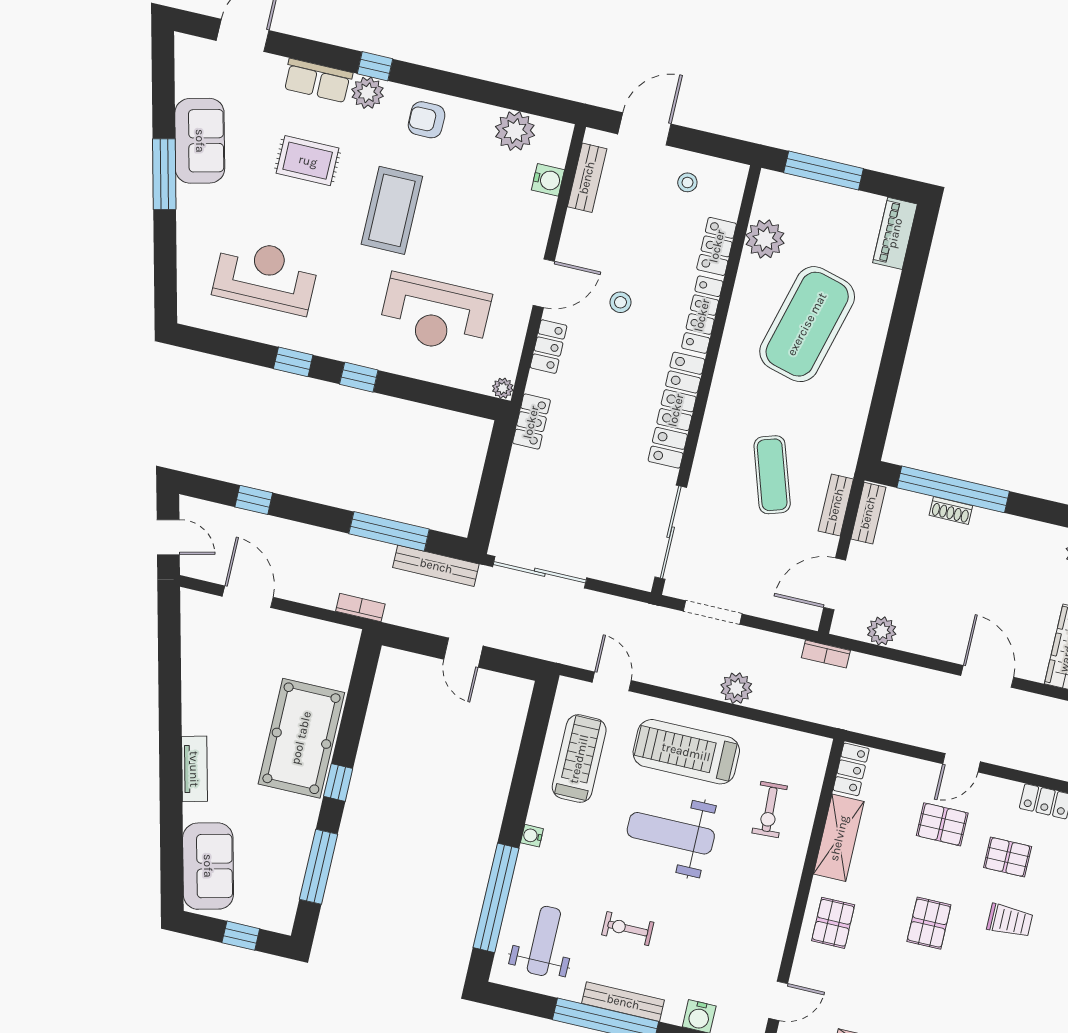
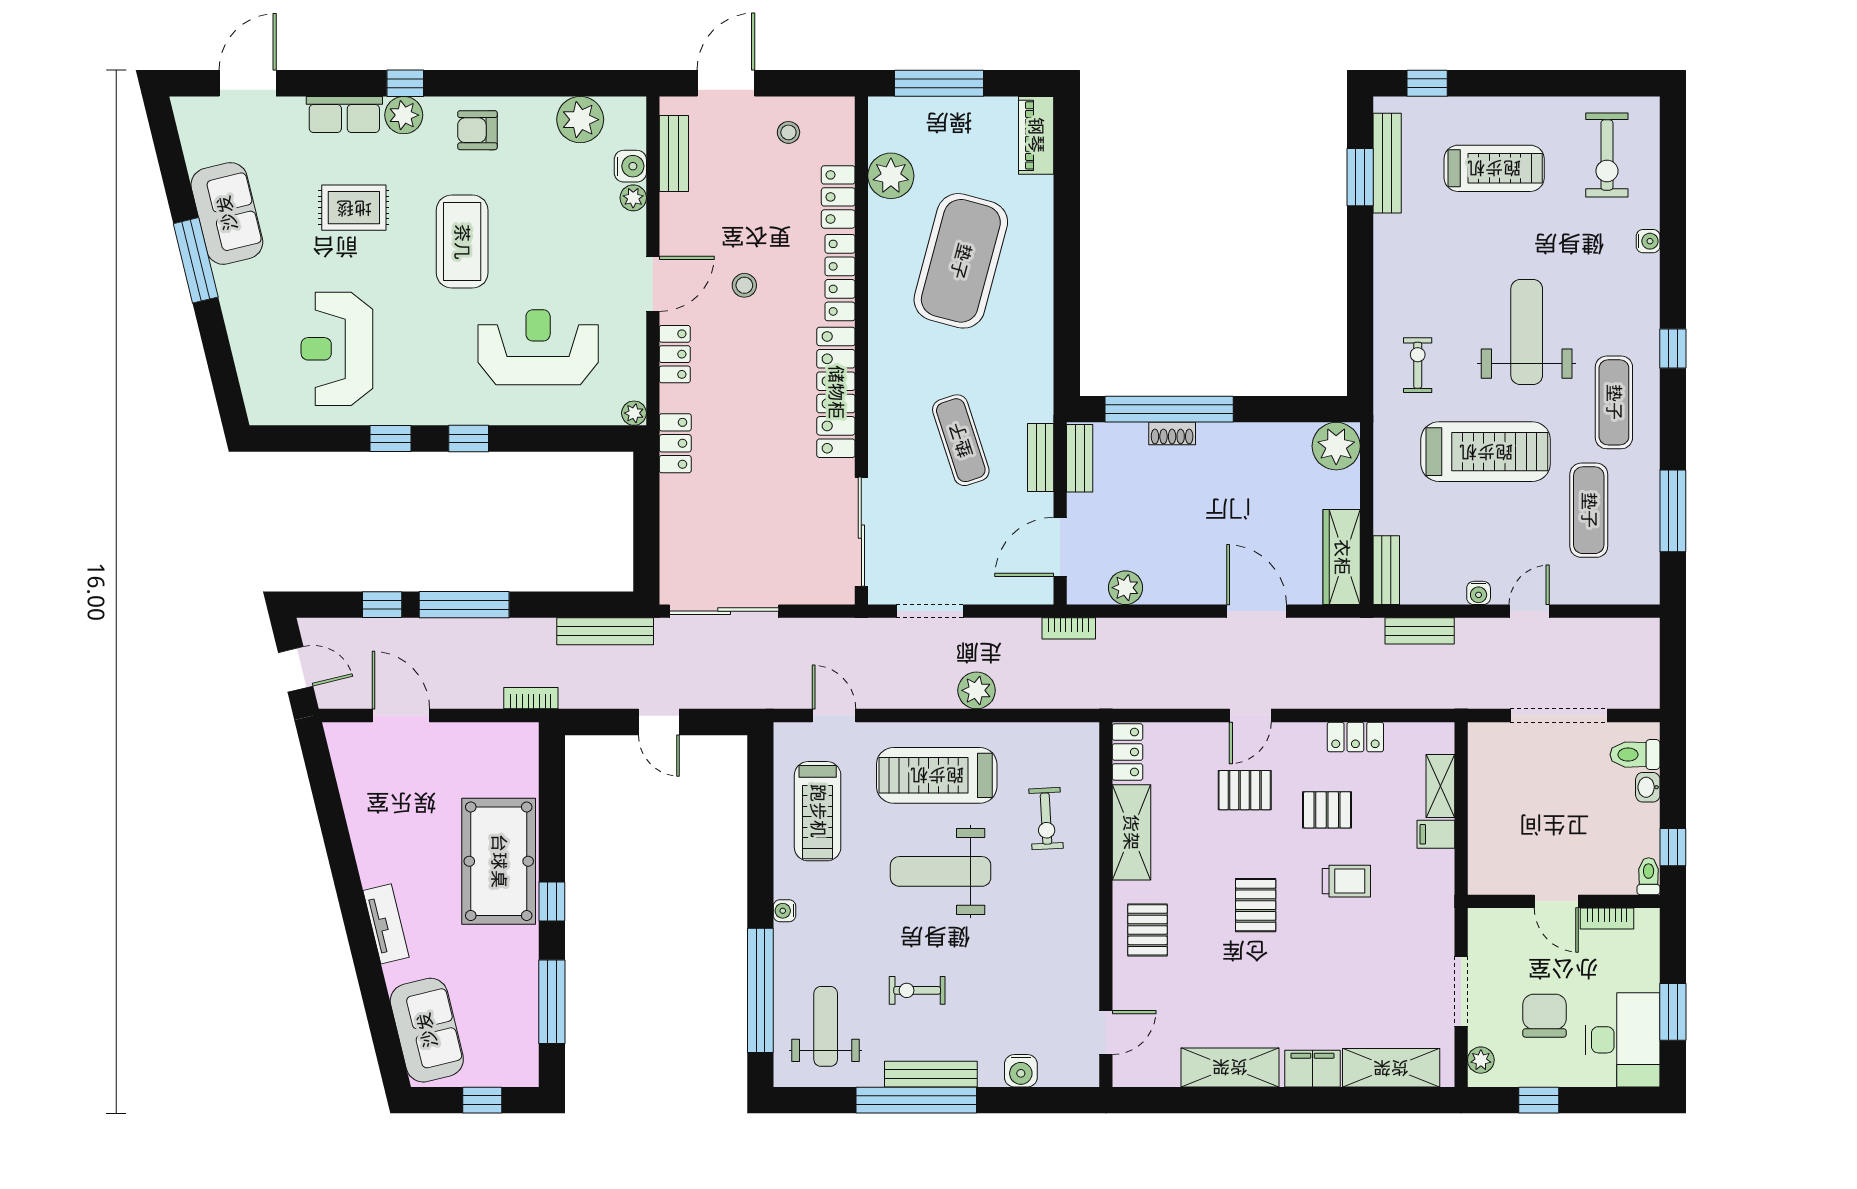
plant: (544, 207) -> (633, 198), added
reception desk: (266, 276) -> (337, 349), turned -90
reception desk: (435, 314) -> (538, 347), turned 180
window: (389, 531) -> (464, 605), moved
treadmill: (579, 759) -> (818, 811), turned 180

